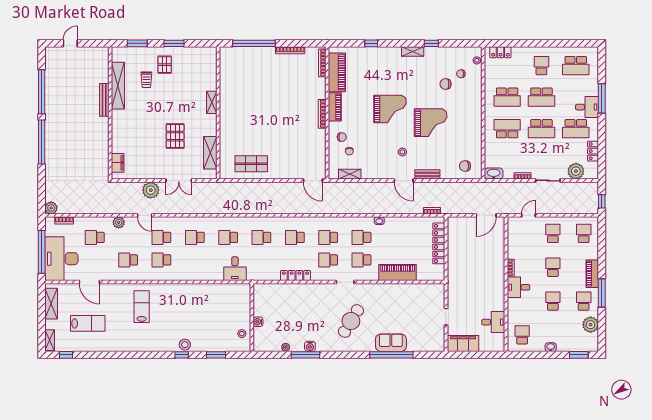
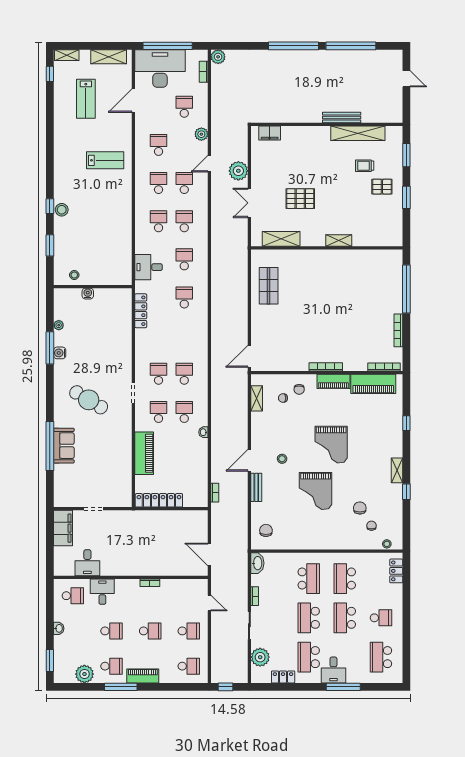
school desk: (295, 237) -> (159, 221), moved
locker: (439, 243) -> (159, 500), moved
locker: (295, 276) -> (141, 311), moved
desk: (519, 287) -> (102, 592), moved

